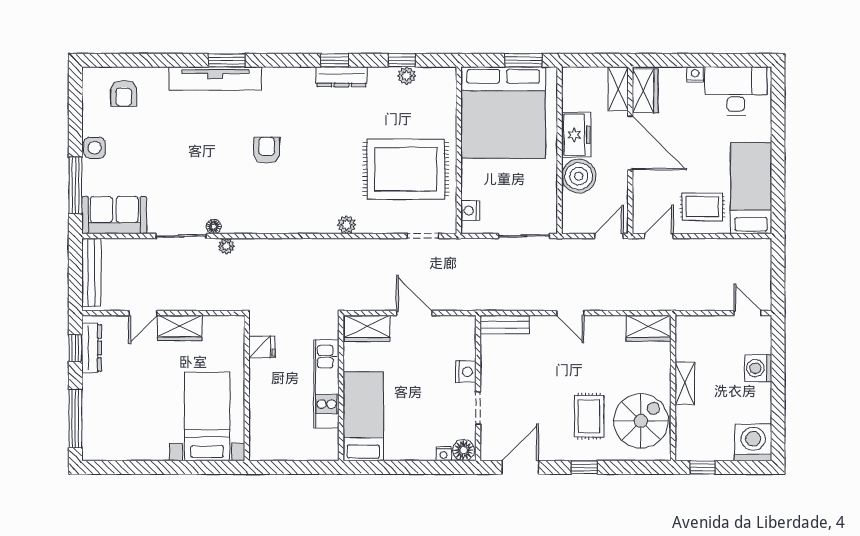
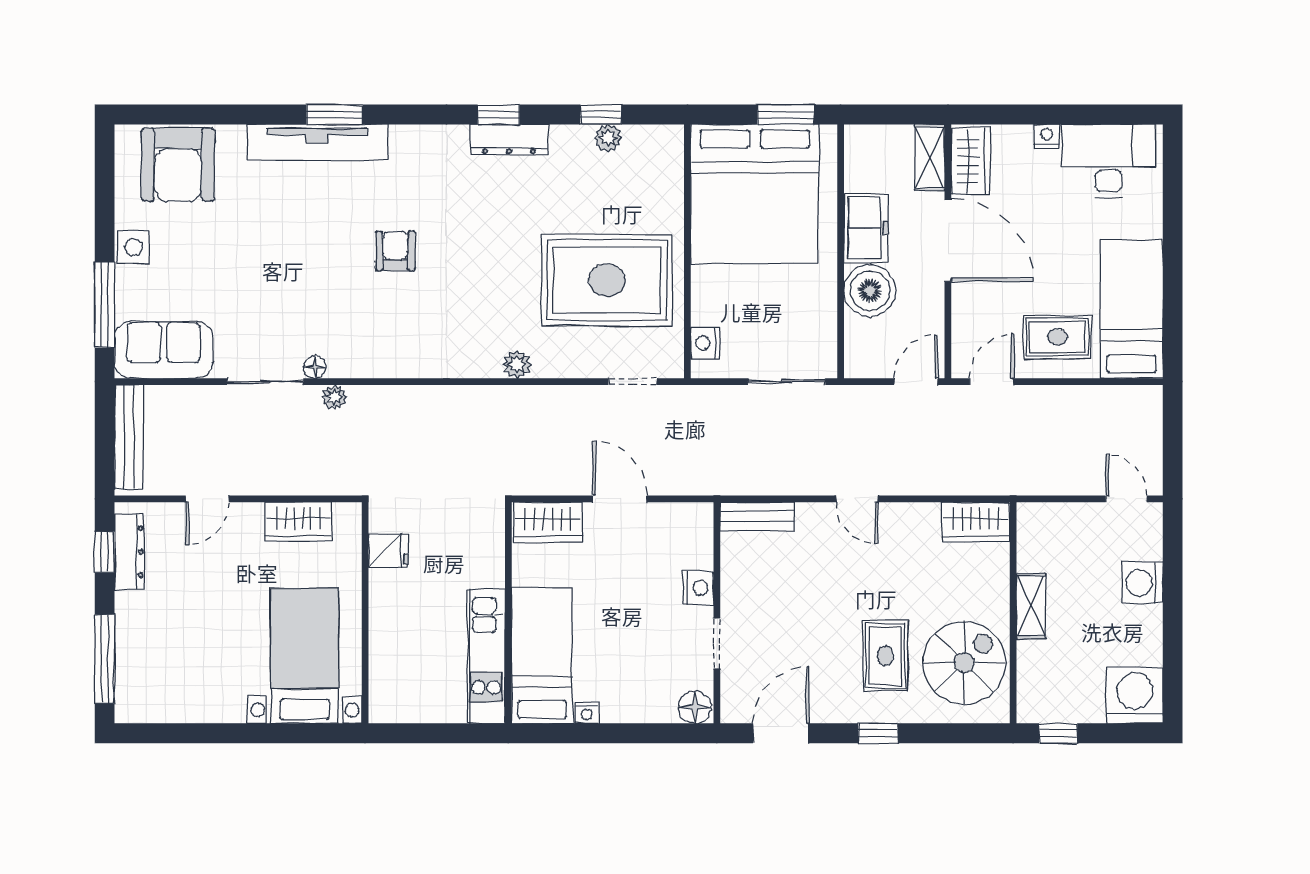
armchair: (124, 93) -> (178, 165), width x1.88, depth x1.88
wardrobe: (180, 328) -> (299, 521), moved
kitchen unit: (326, 384) -> (486, 656), moved
nightstand: (444, 454) -> (587, 713), moved

